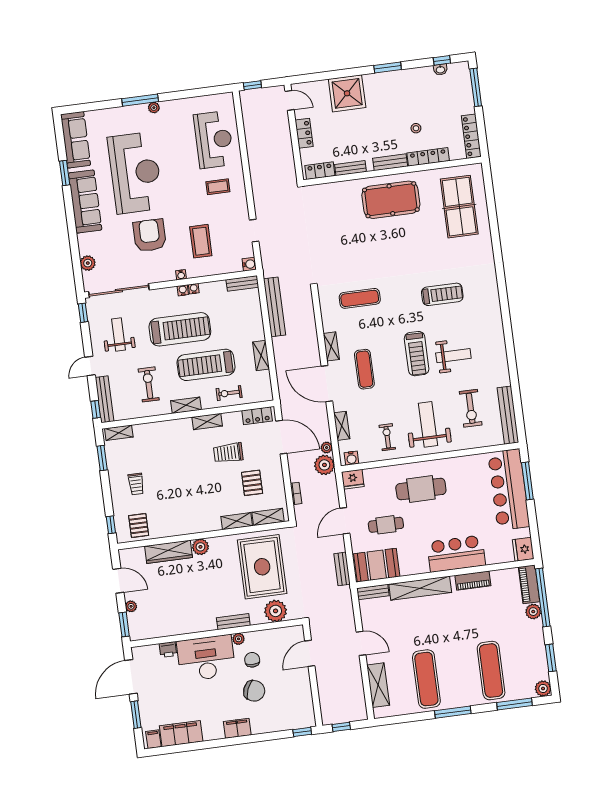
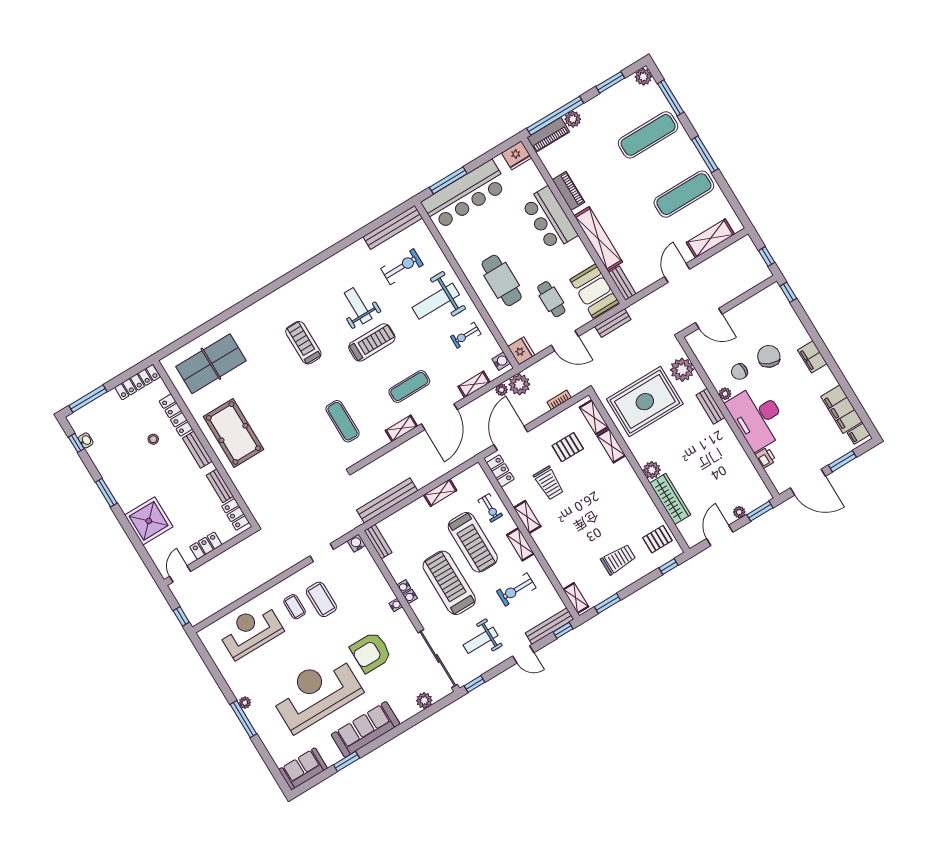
sofa: (76, 140) -> (303, 769), width x0.73
coffee table: (201, 241) -> (321, 599), moved, turned 90
trolley: (136, 484) -> (618, 559), width x1.36, depth x1.39

